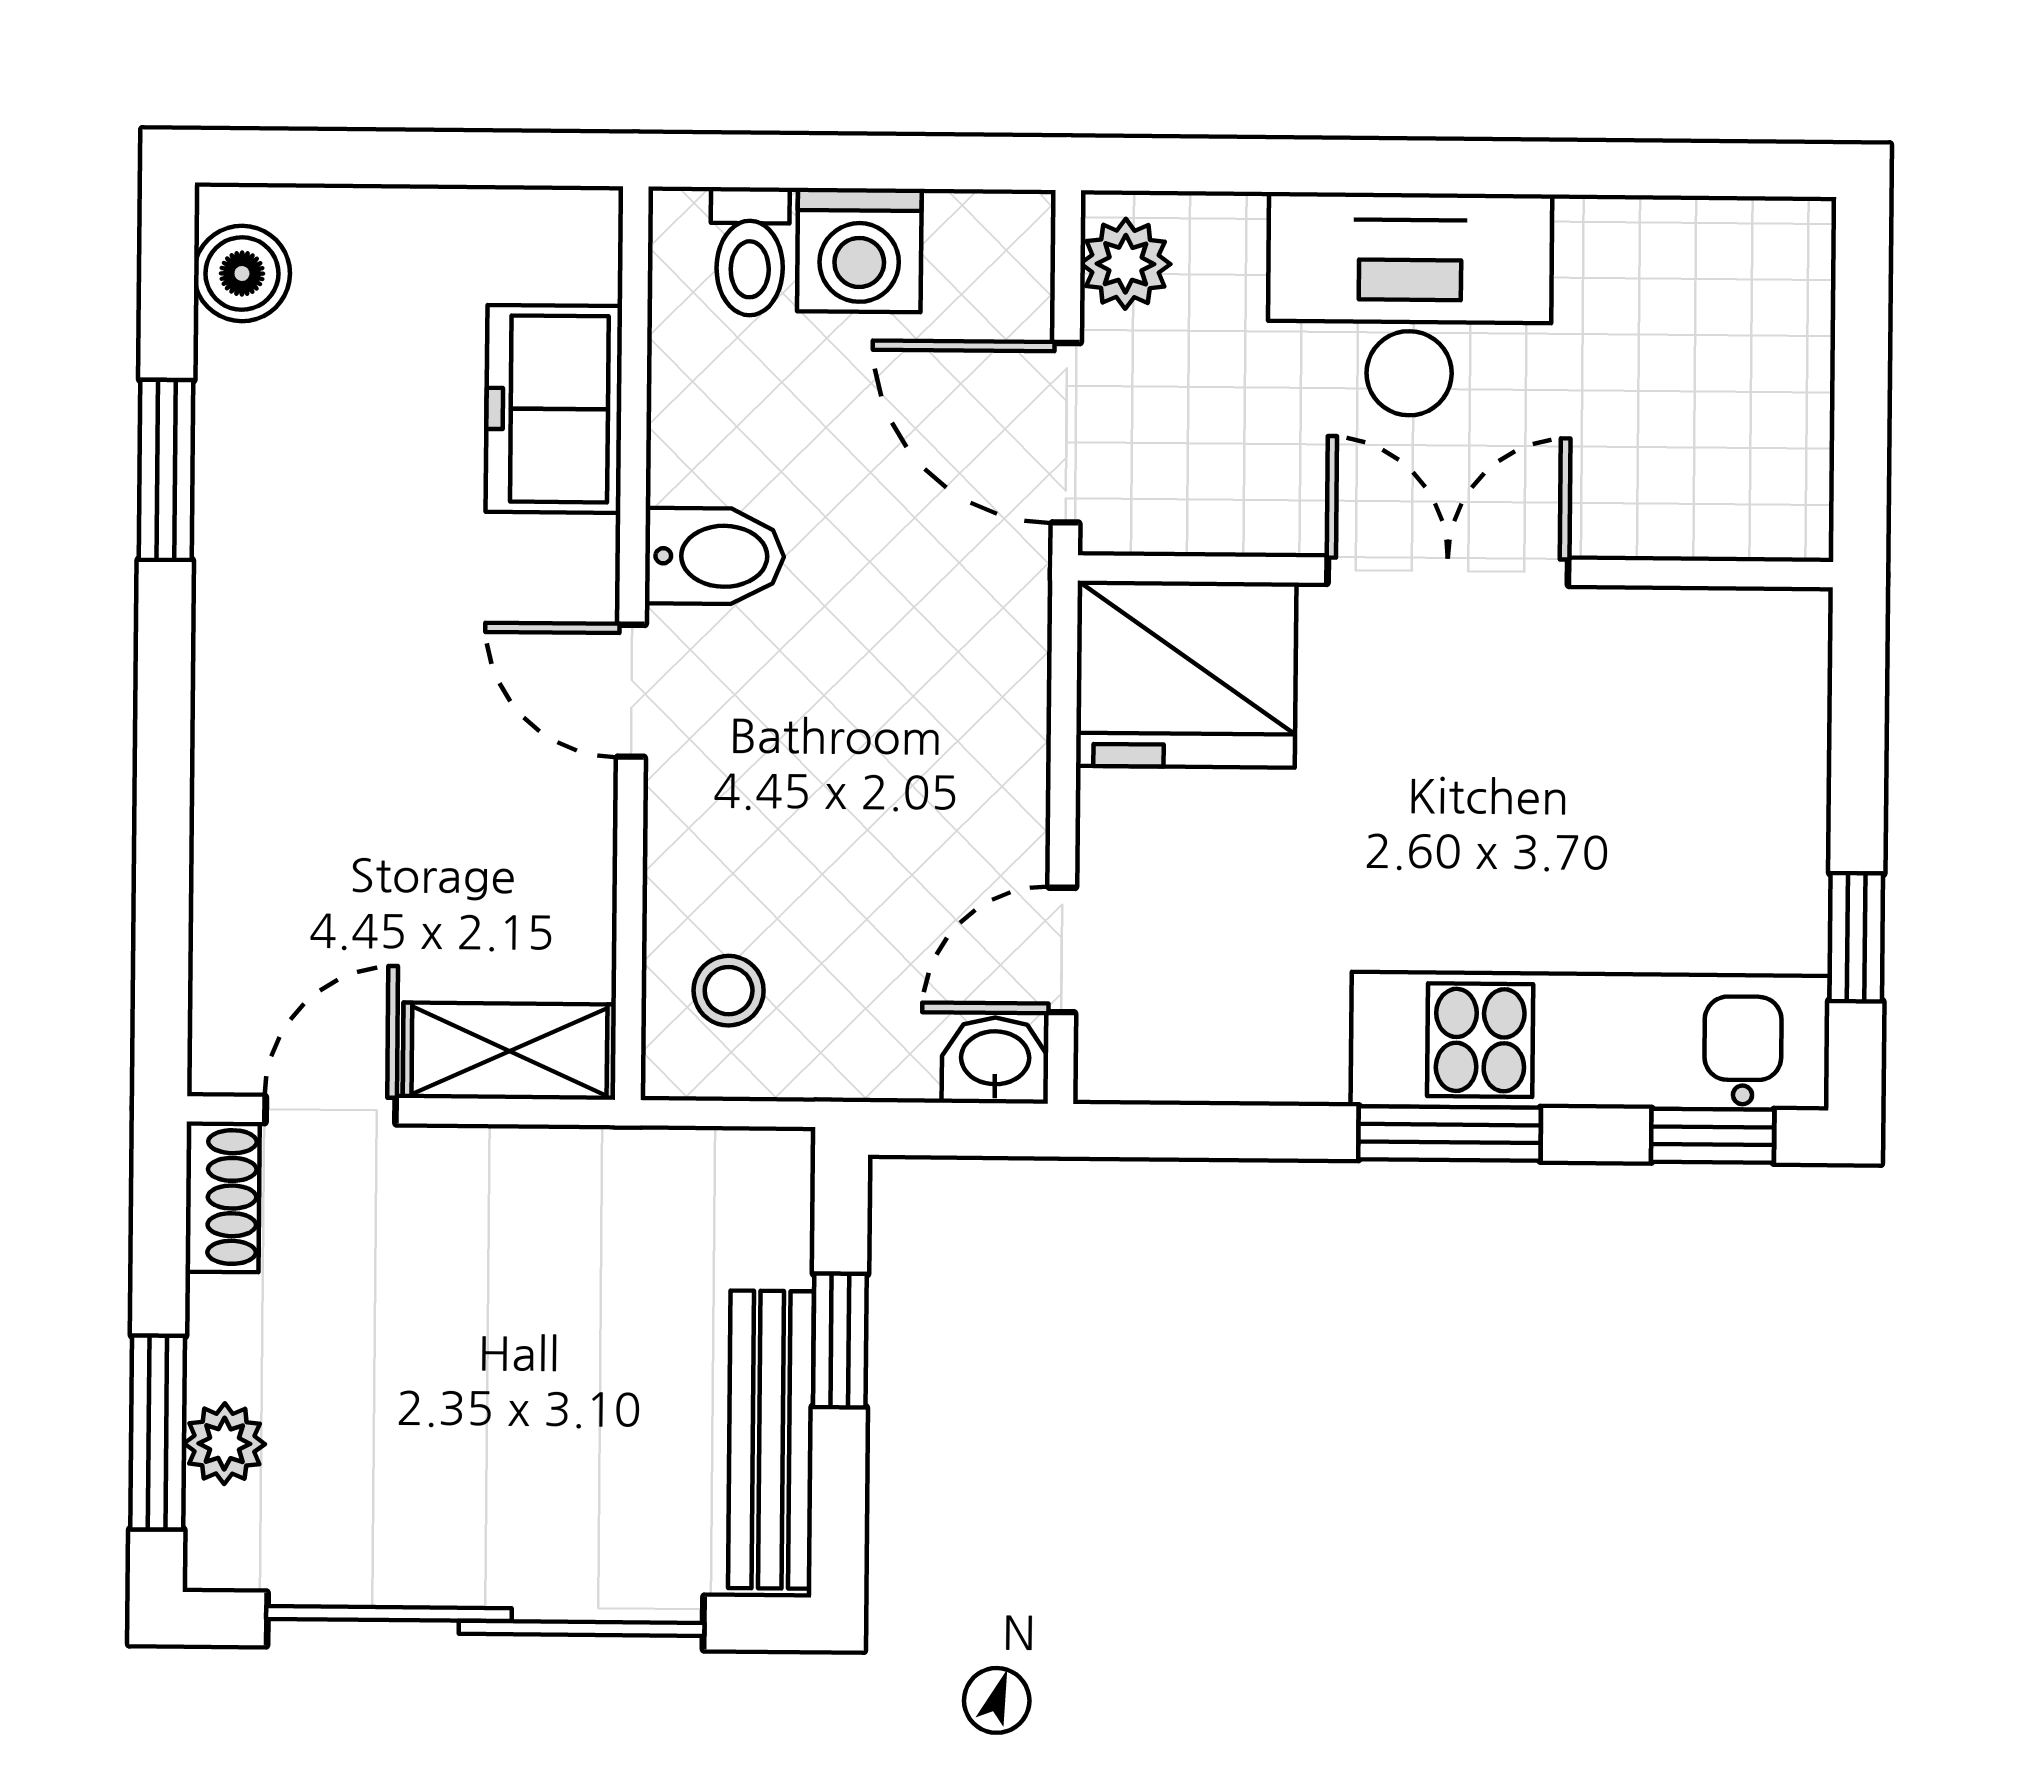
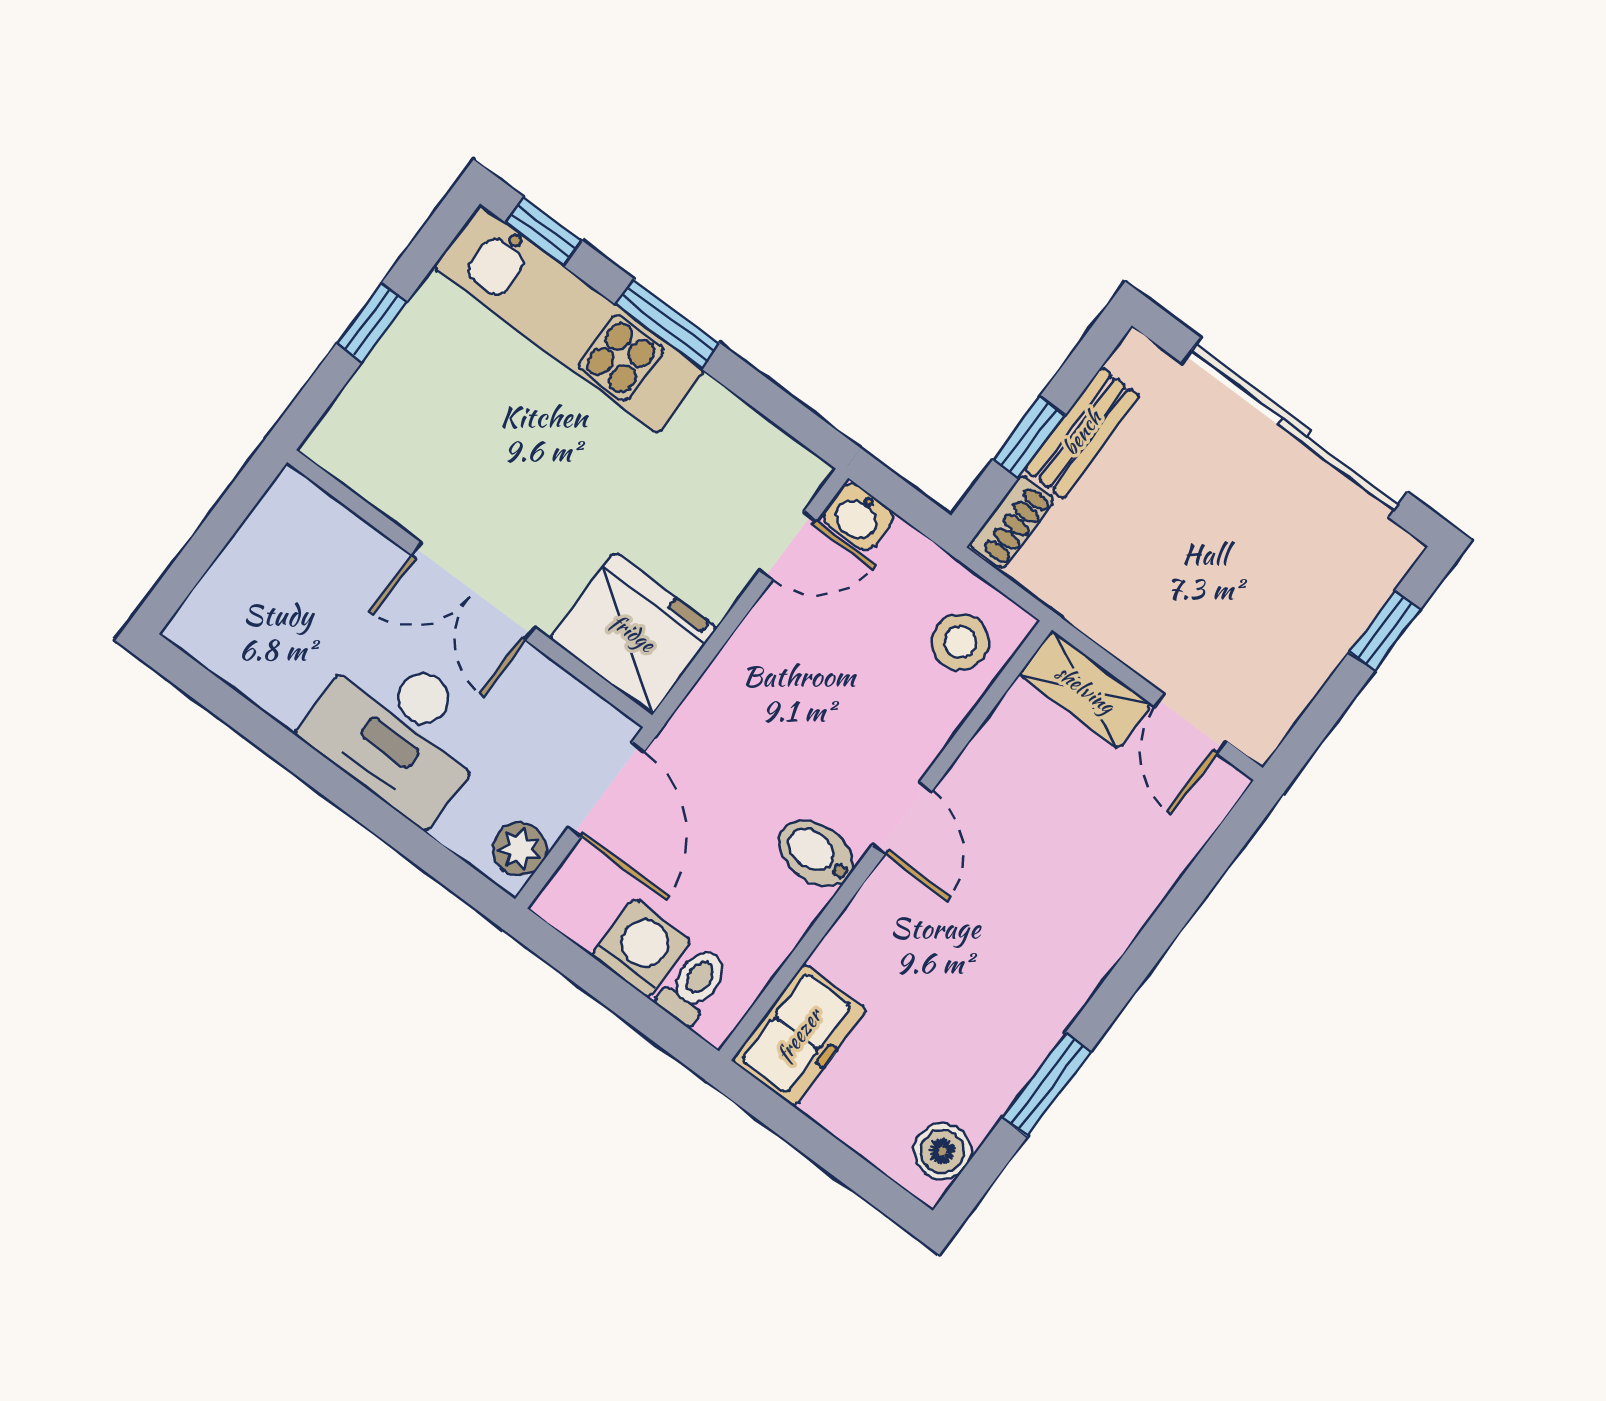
freezer: (554, 409) -> (799, 1035), moved
window: (1856, 937) -> (372, 323), moved
stool: (729, 991) -> (960, 642), width x1.37, depth x1.37
door: (331, 1110) -> (1191, 724), hinge flipped
shoe rack: (223, 1197) -> (1012, 522), moved, turned 180
window: (158, 1433) -> (1385, 631), width x0.67
bench: (771, 1440) -> (1082, 433), width x0.73
plant: (224, 1444) -> (1357, 602), removed

